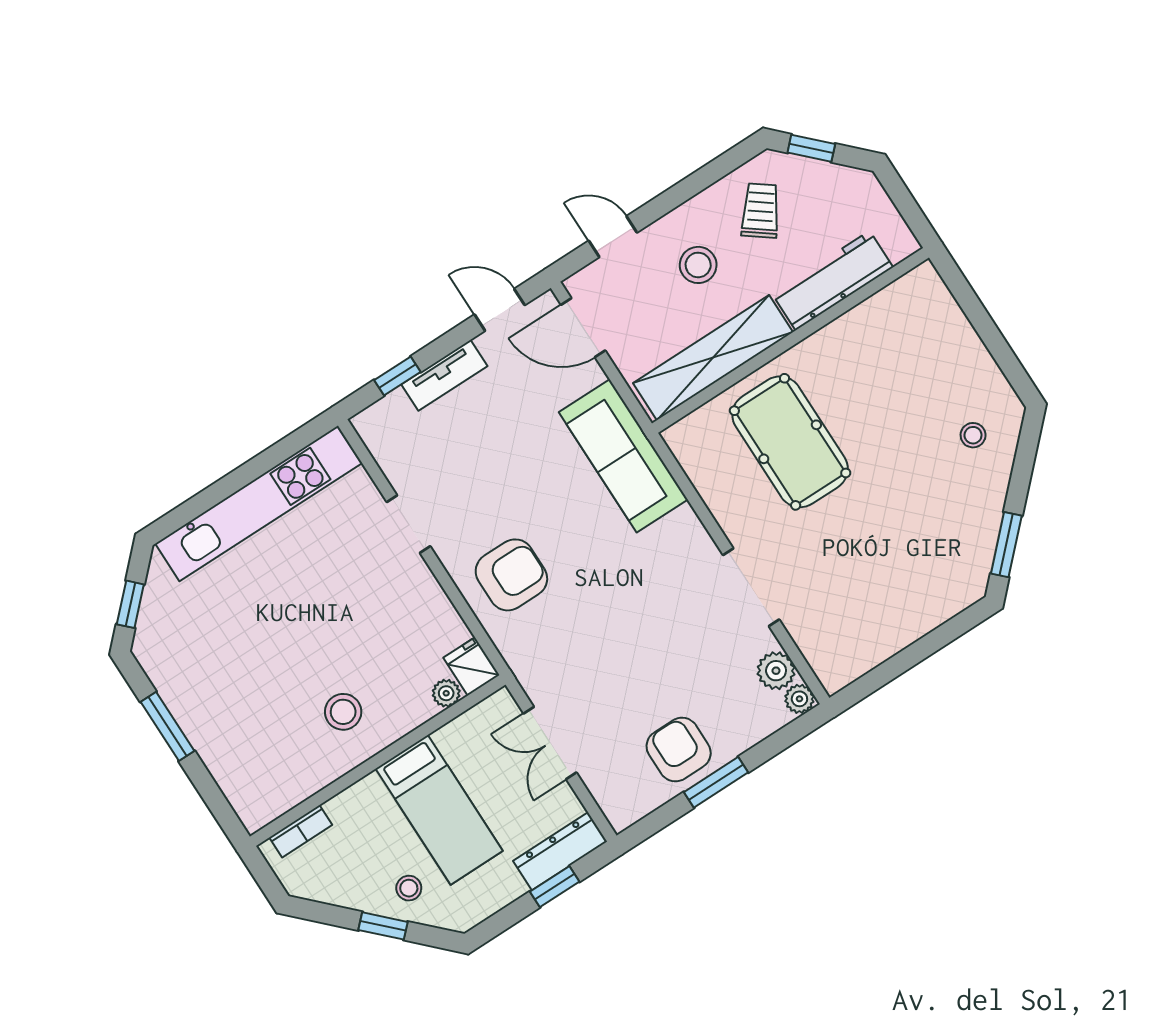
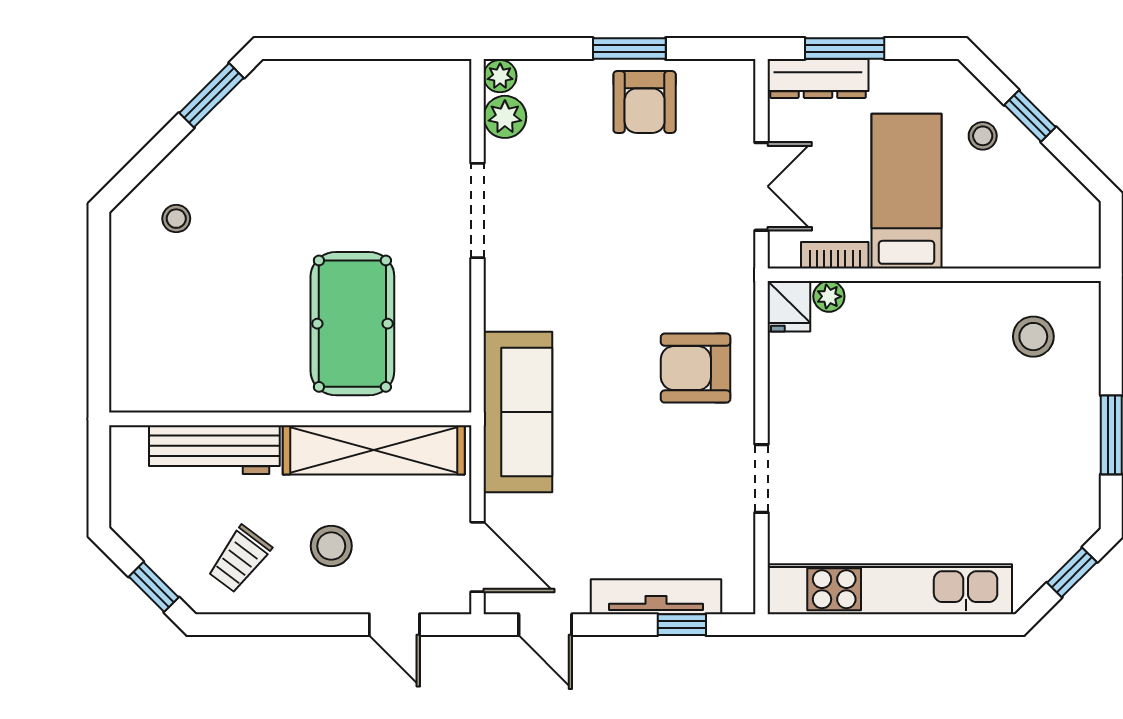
tv unit: (444, 375) -> (656, 597), width x1.41
stool: (343, 712) -> (1033, 337), moved
bookcase: (301, 831) -> (835, 255), moved
window: (555, 887) -> (845, 48), width x1.50

